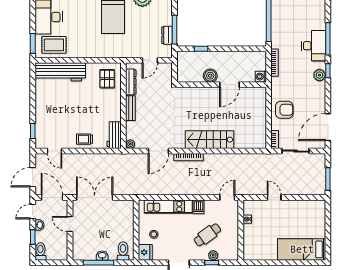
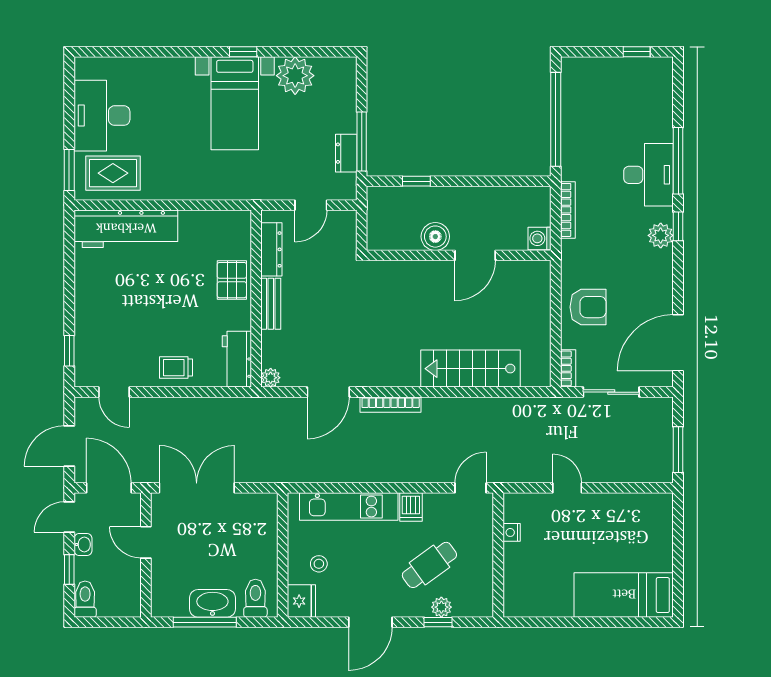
pallet: (107, 79) -> (232, 280), moved
stairs: (210, 140) -> (471, 369), moved
washbasin: (102, 256) -> (212, 603), width x1.91, depth x1.45

